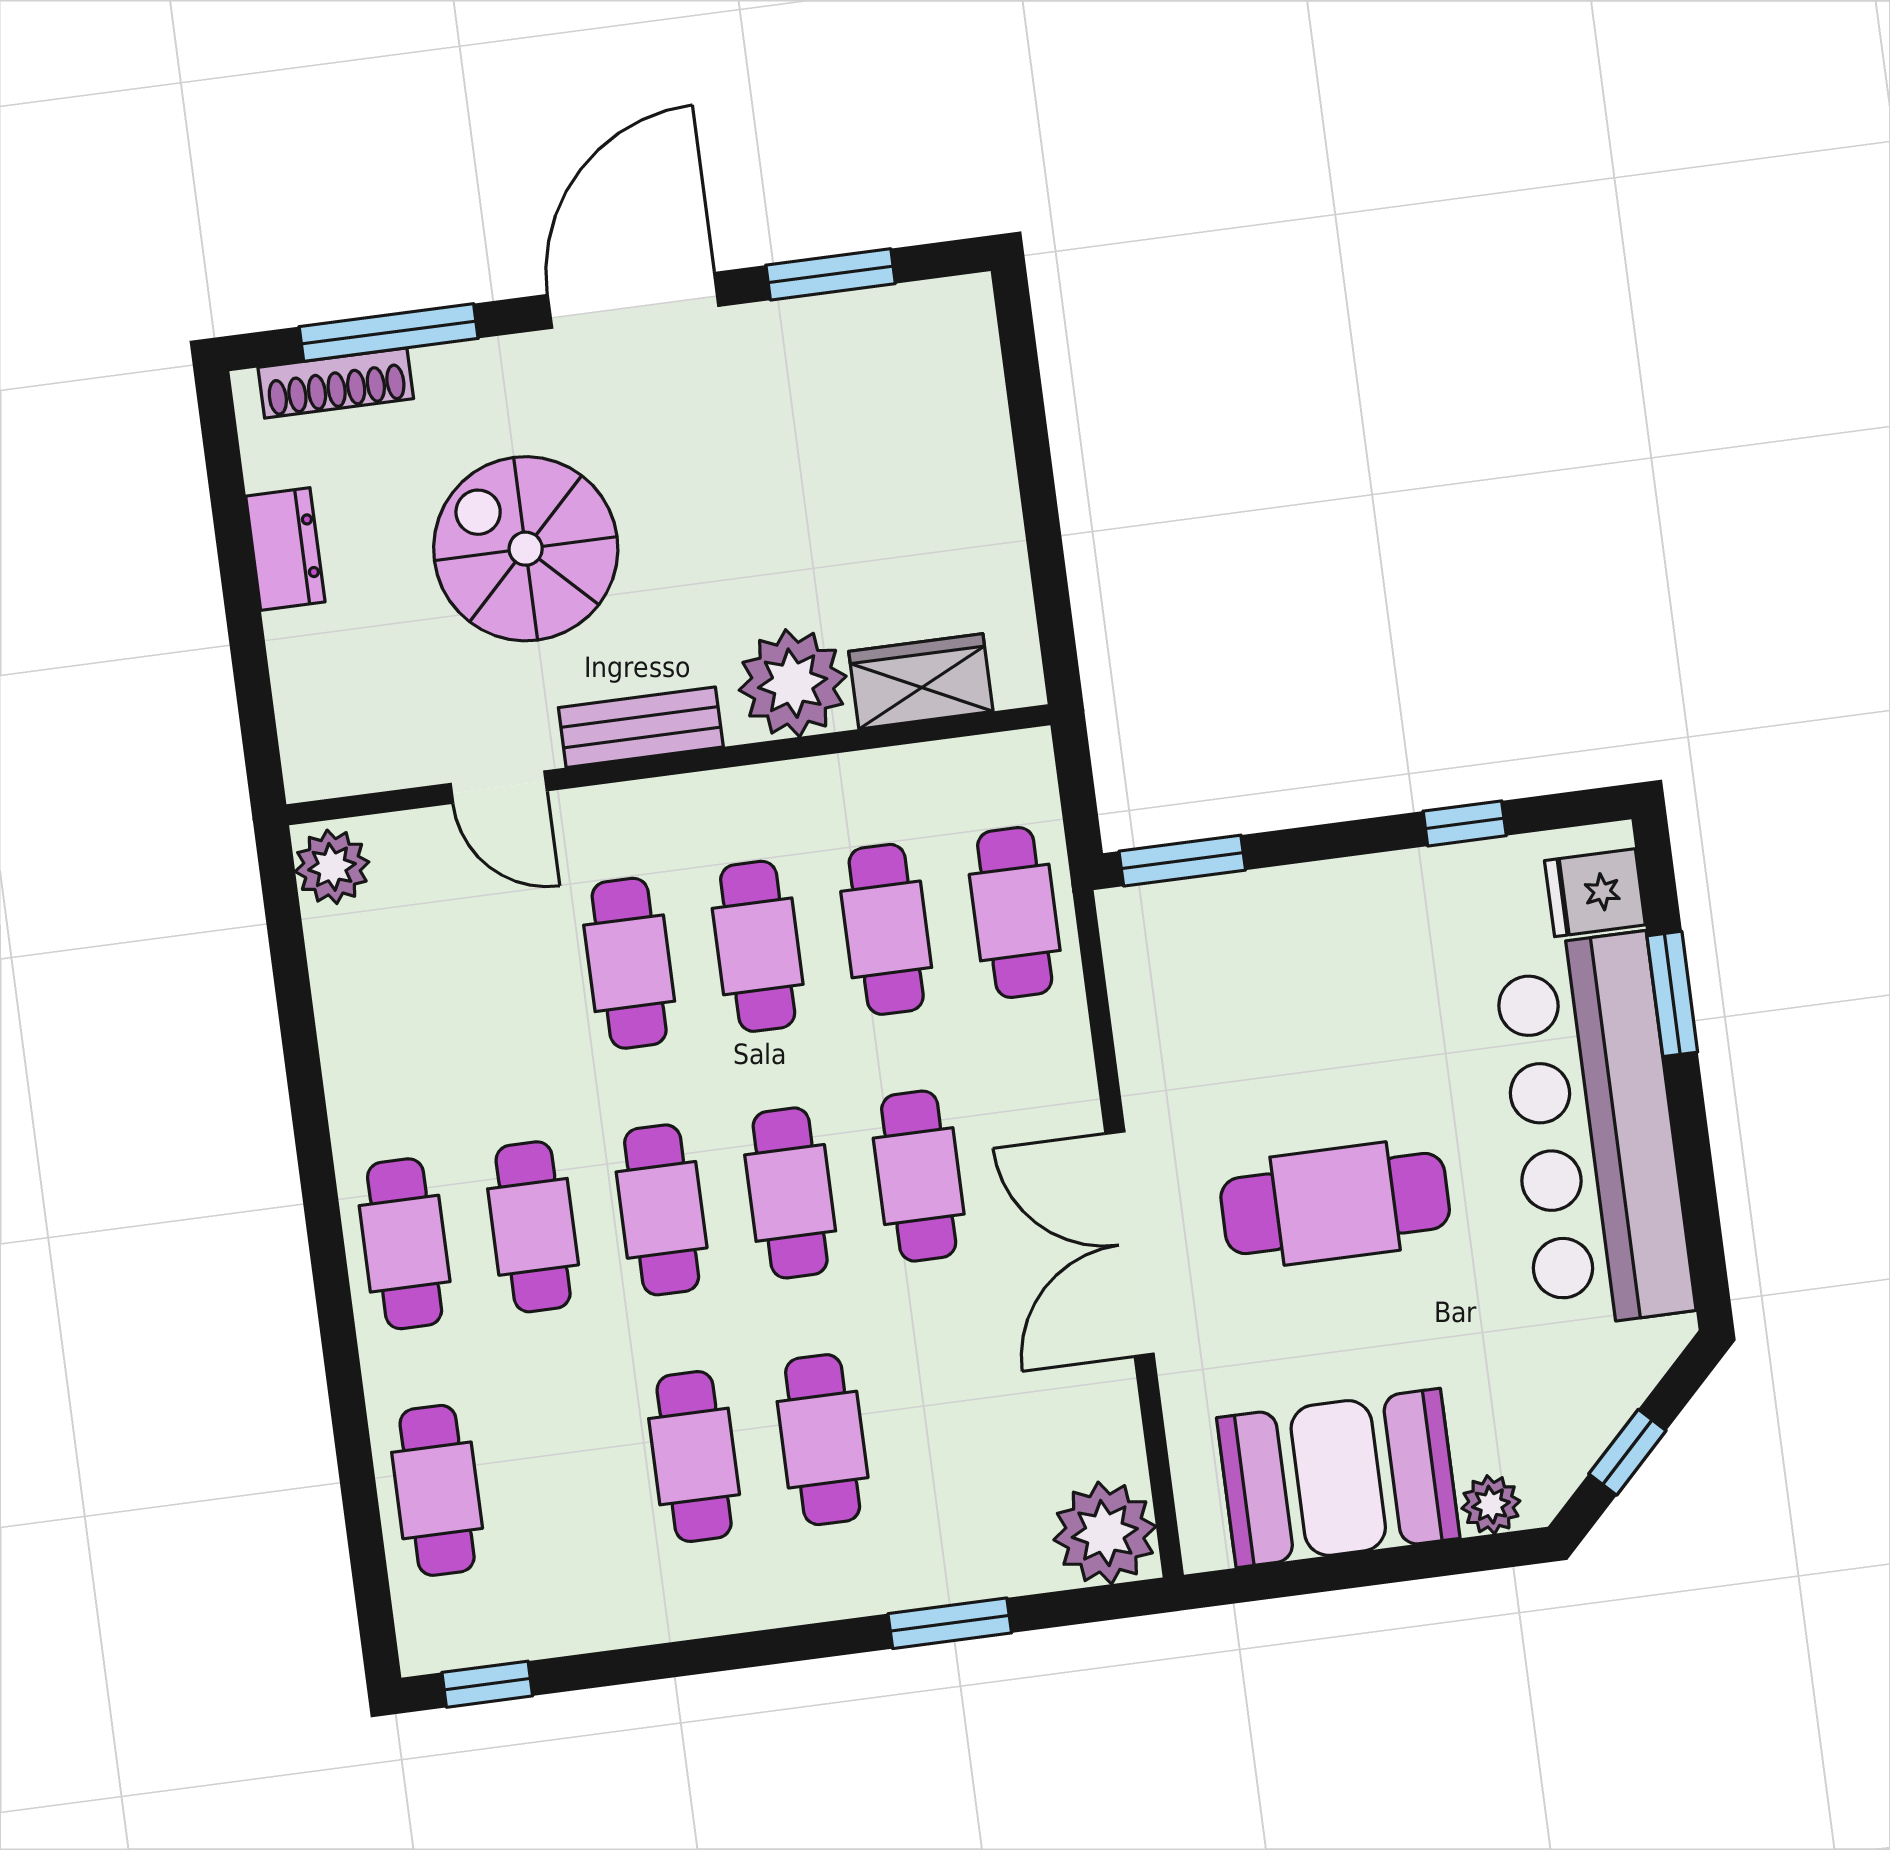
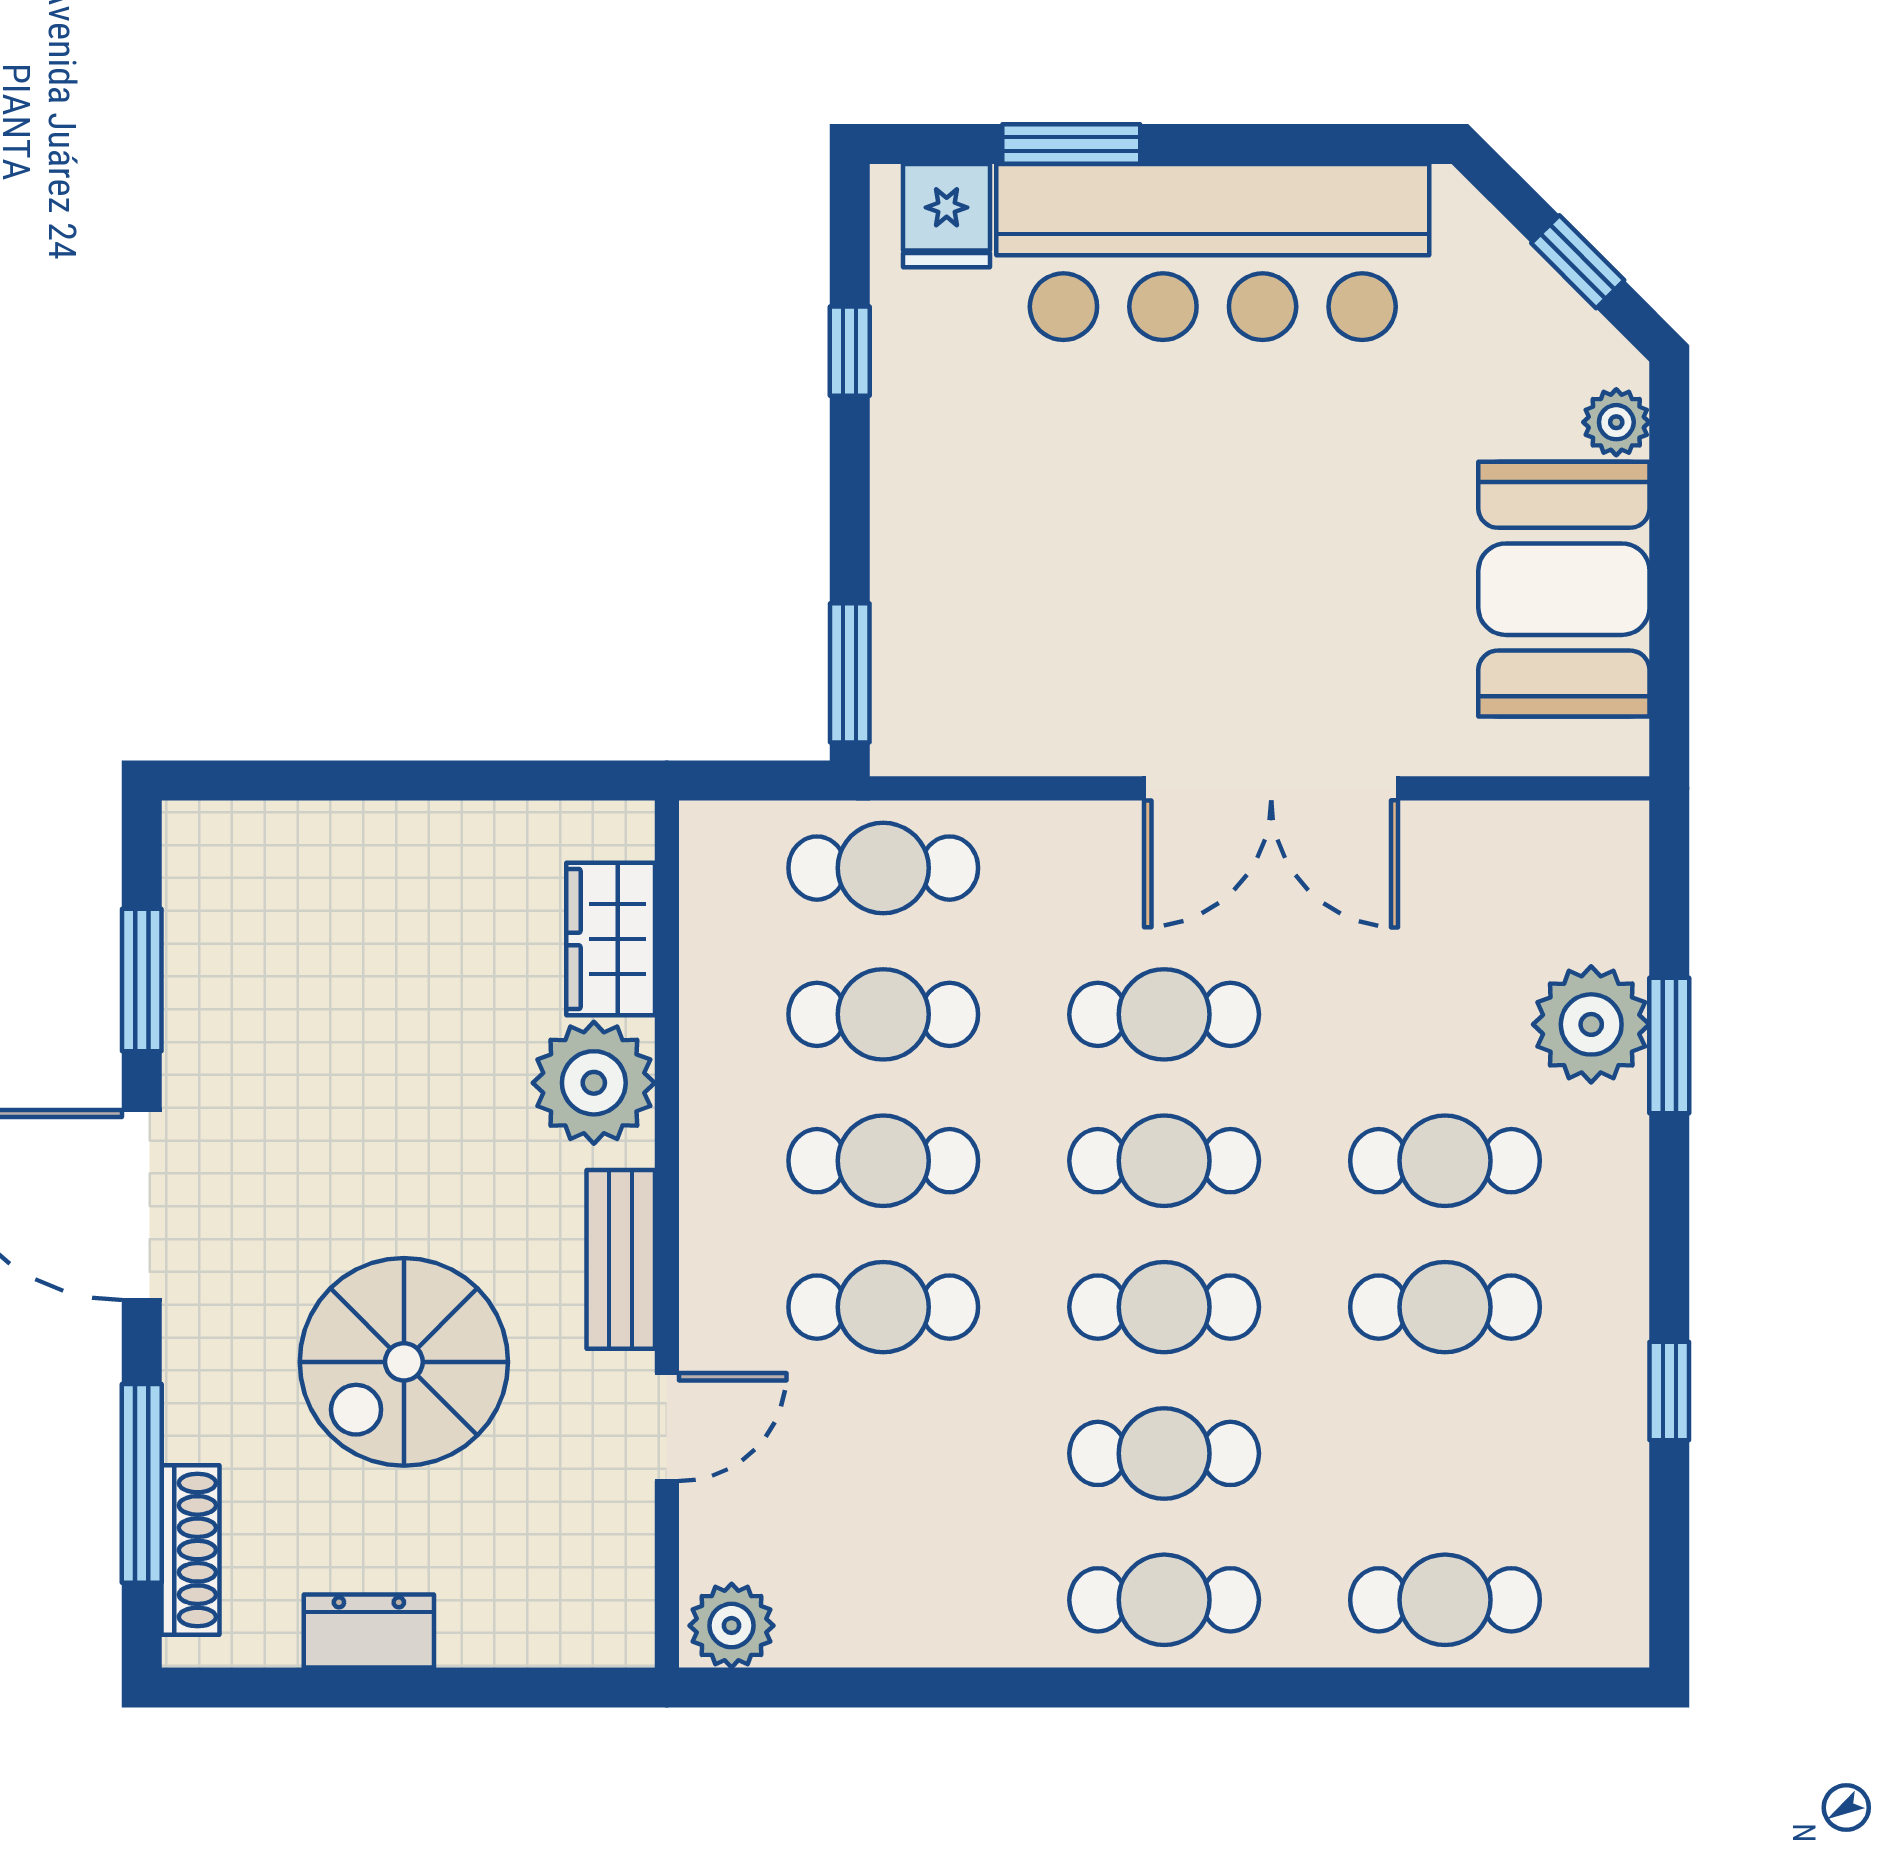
cafe table: (1335, 1204) -> (1256, 552), removed
plant: (1105, 1533) -> (1591, 1024), moved
window: (487, 1684) -> (1669, 1391), moved

